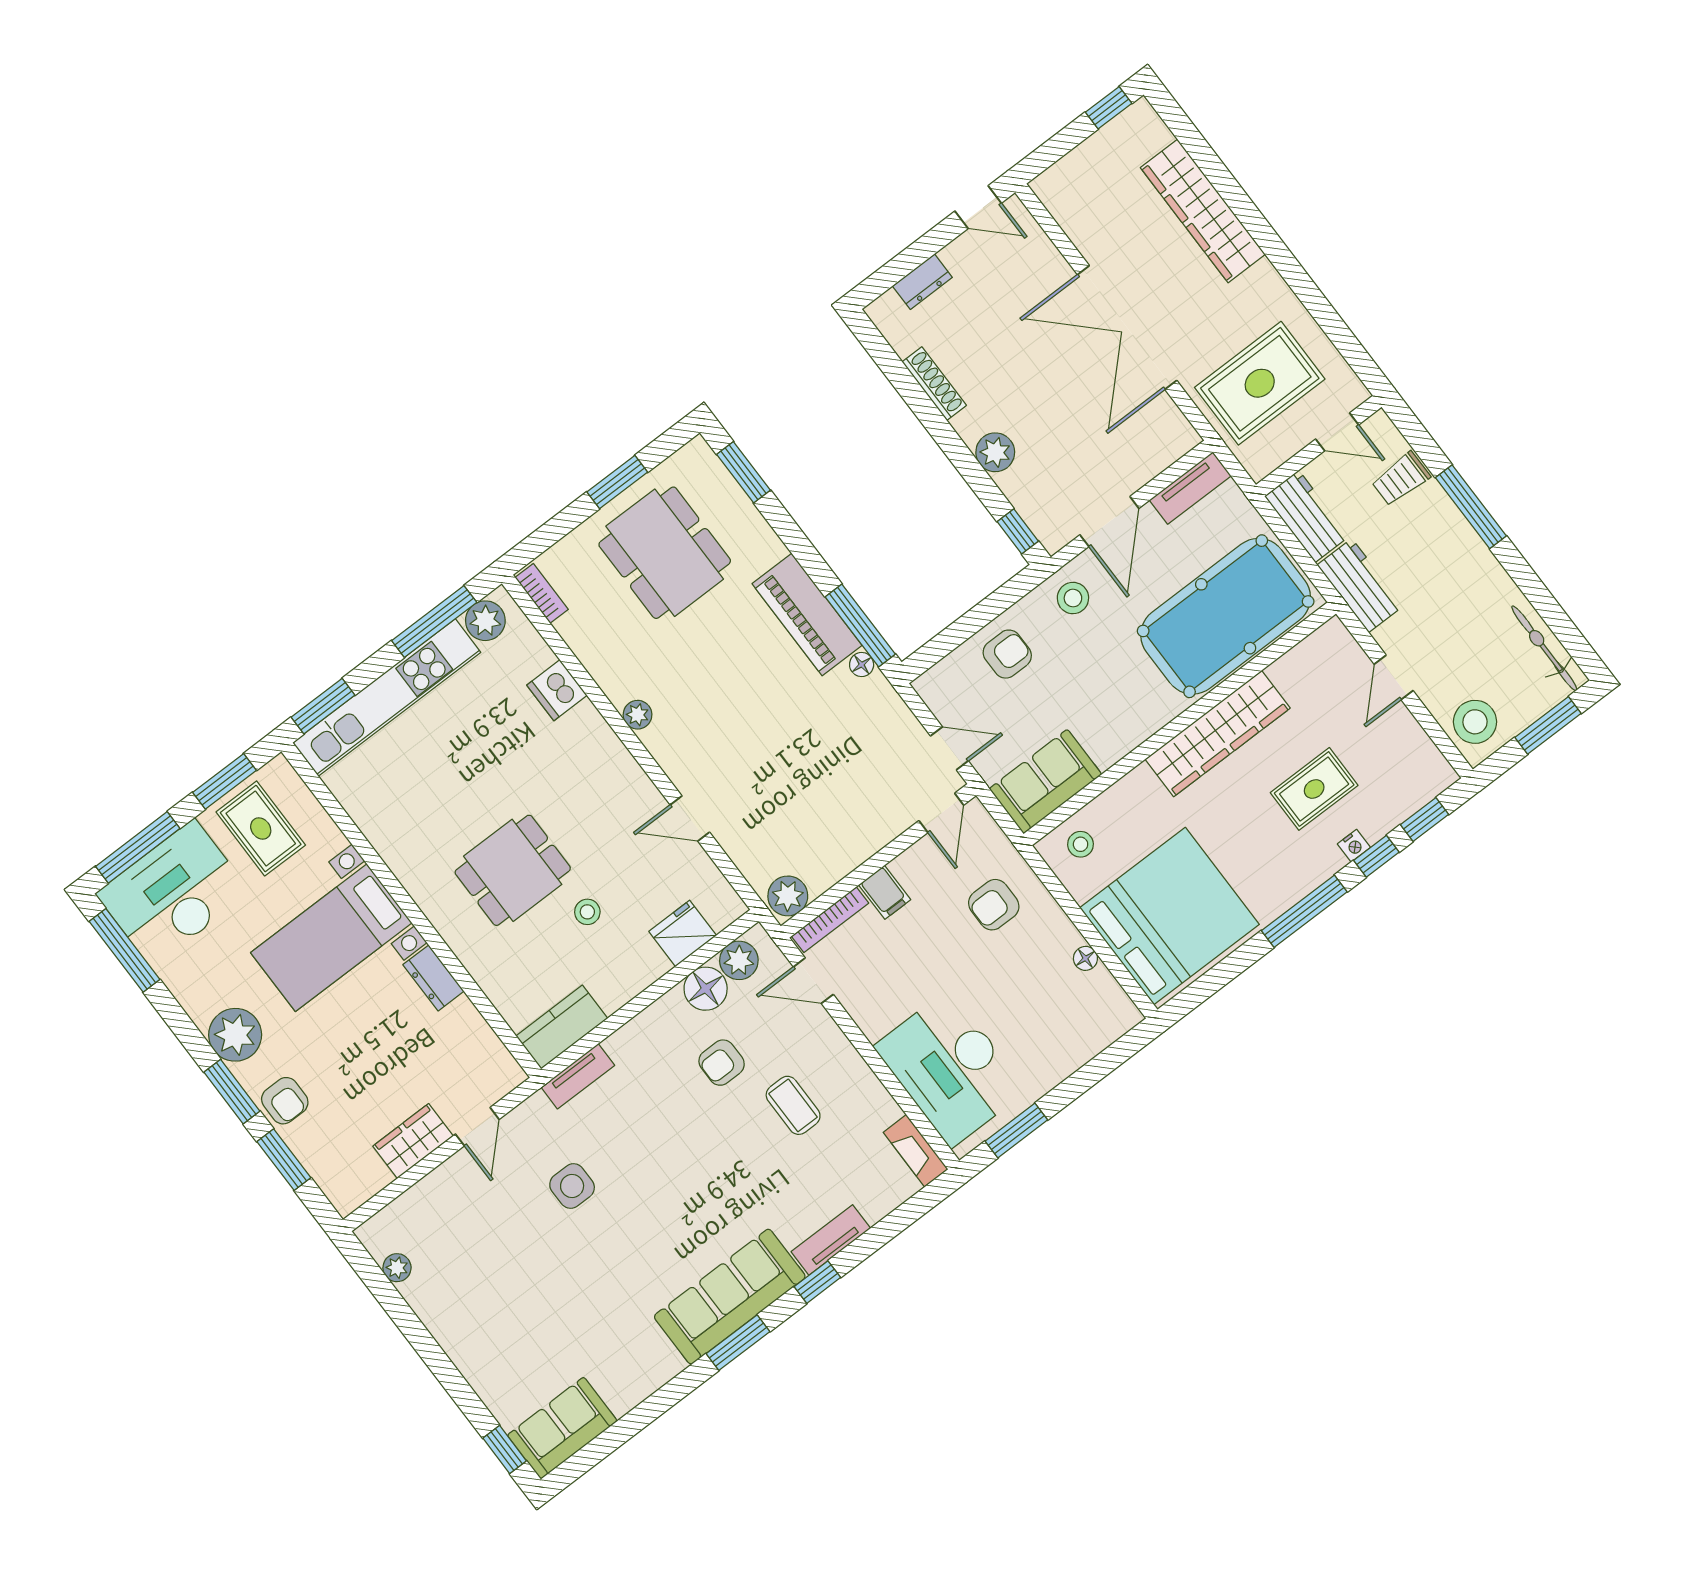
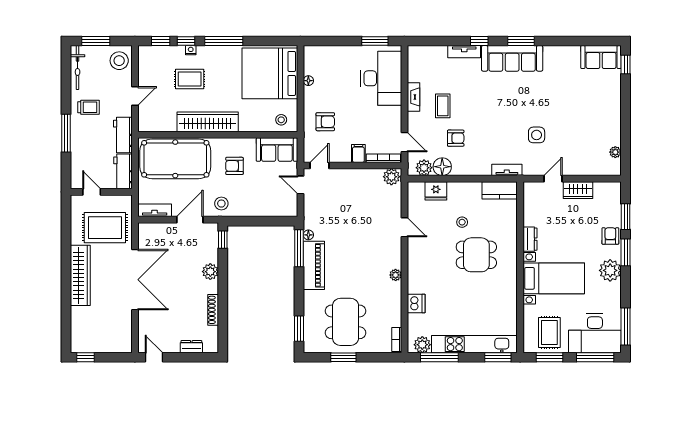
wardrobe: (1203, 211) -> (80, 275), moved
trolley: (1401, 479) -> (89, 107), moved
armchair: (1007, 654) -> (234, 166), moved
fireplace: (916, 1151) -> (414, 97), moved

